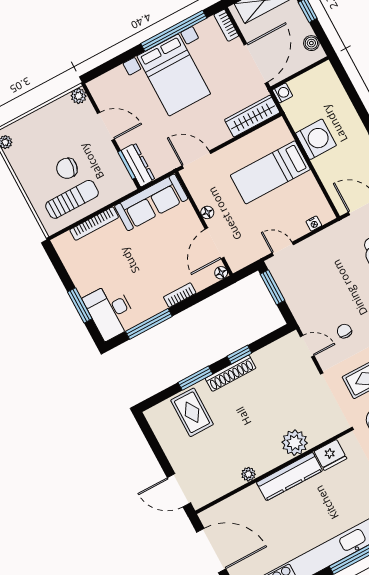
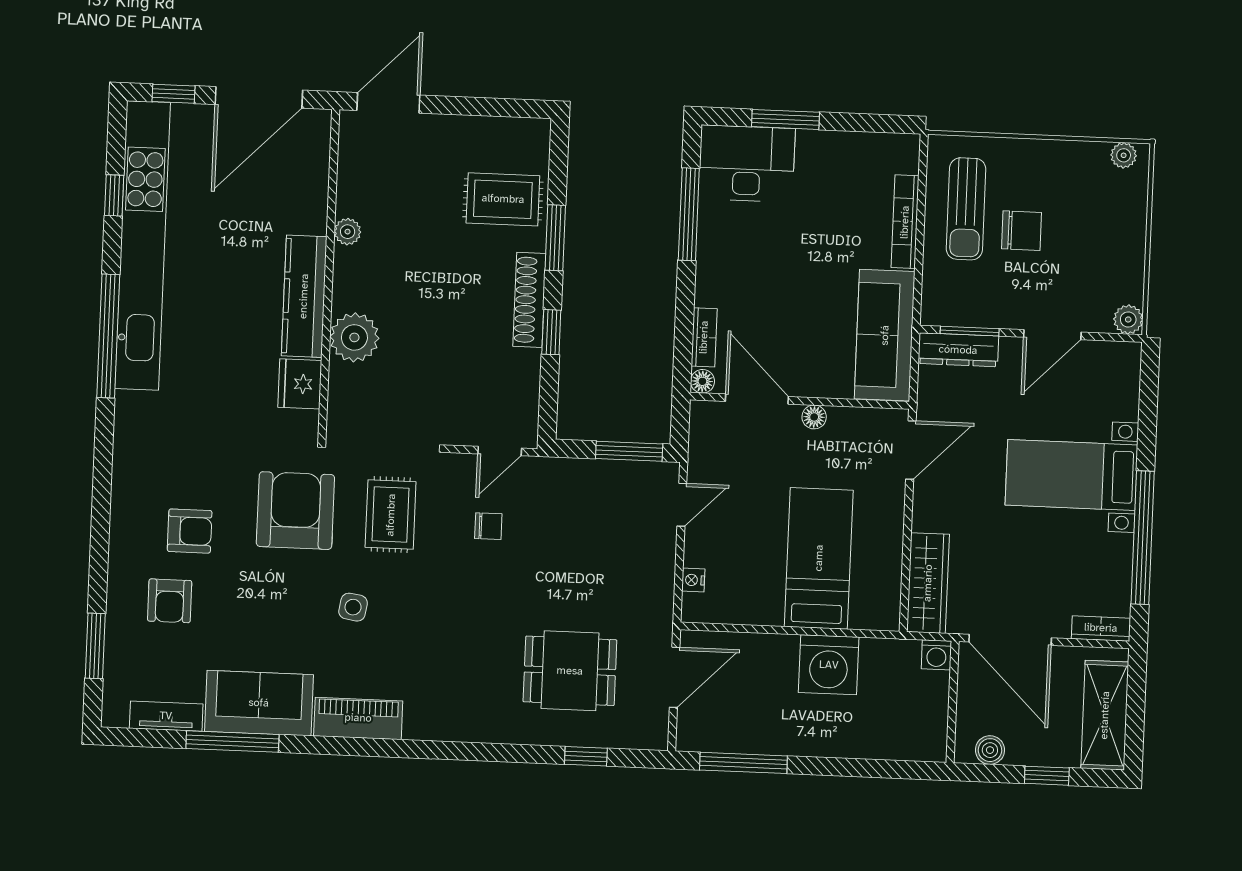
bed with nightstands: (174, 75) -> (1071, 475), width x0.73
chair: (67, 168) -> (1022, 231), turned 80
bookcase: (180, 295) -> (704, 337), moved

